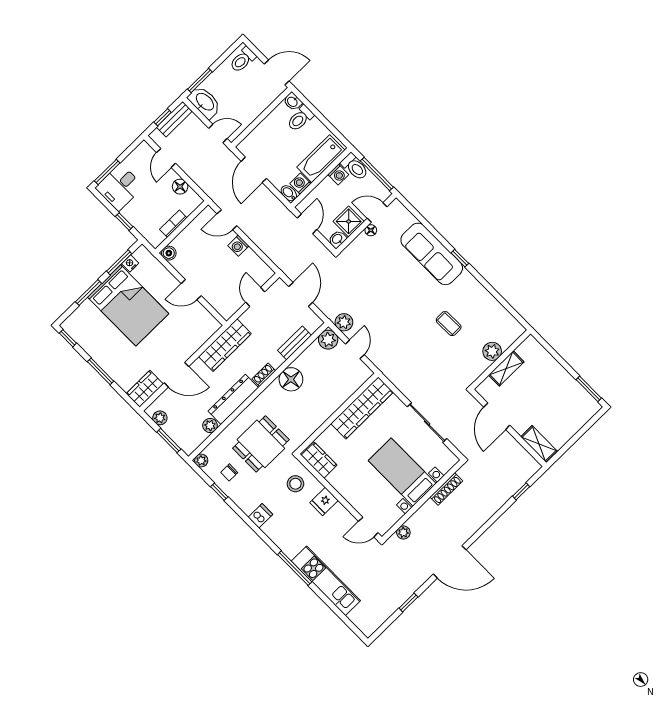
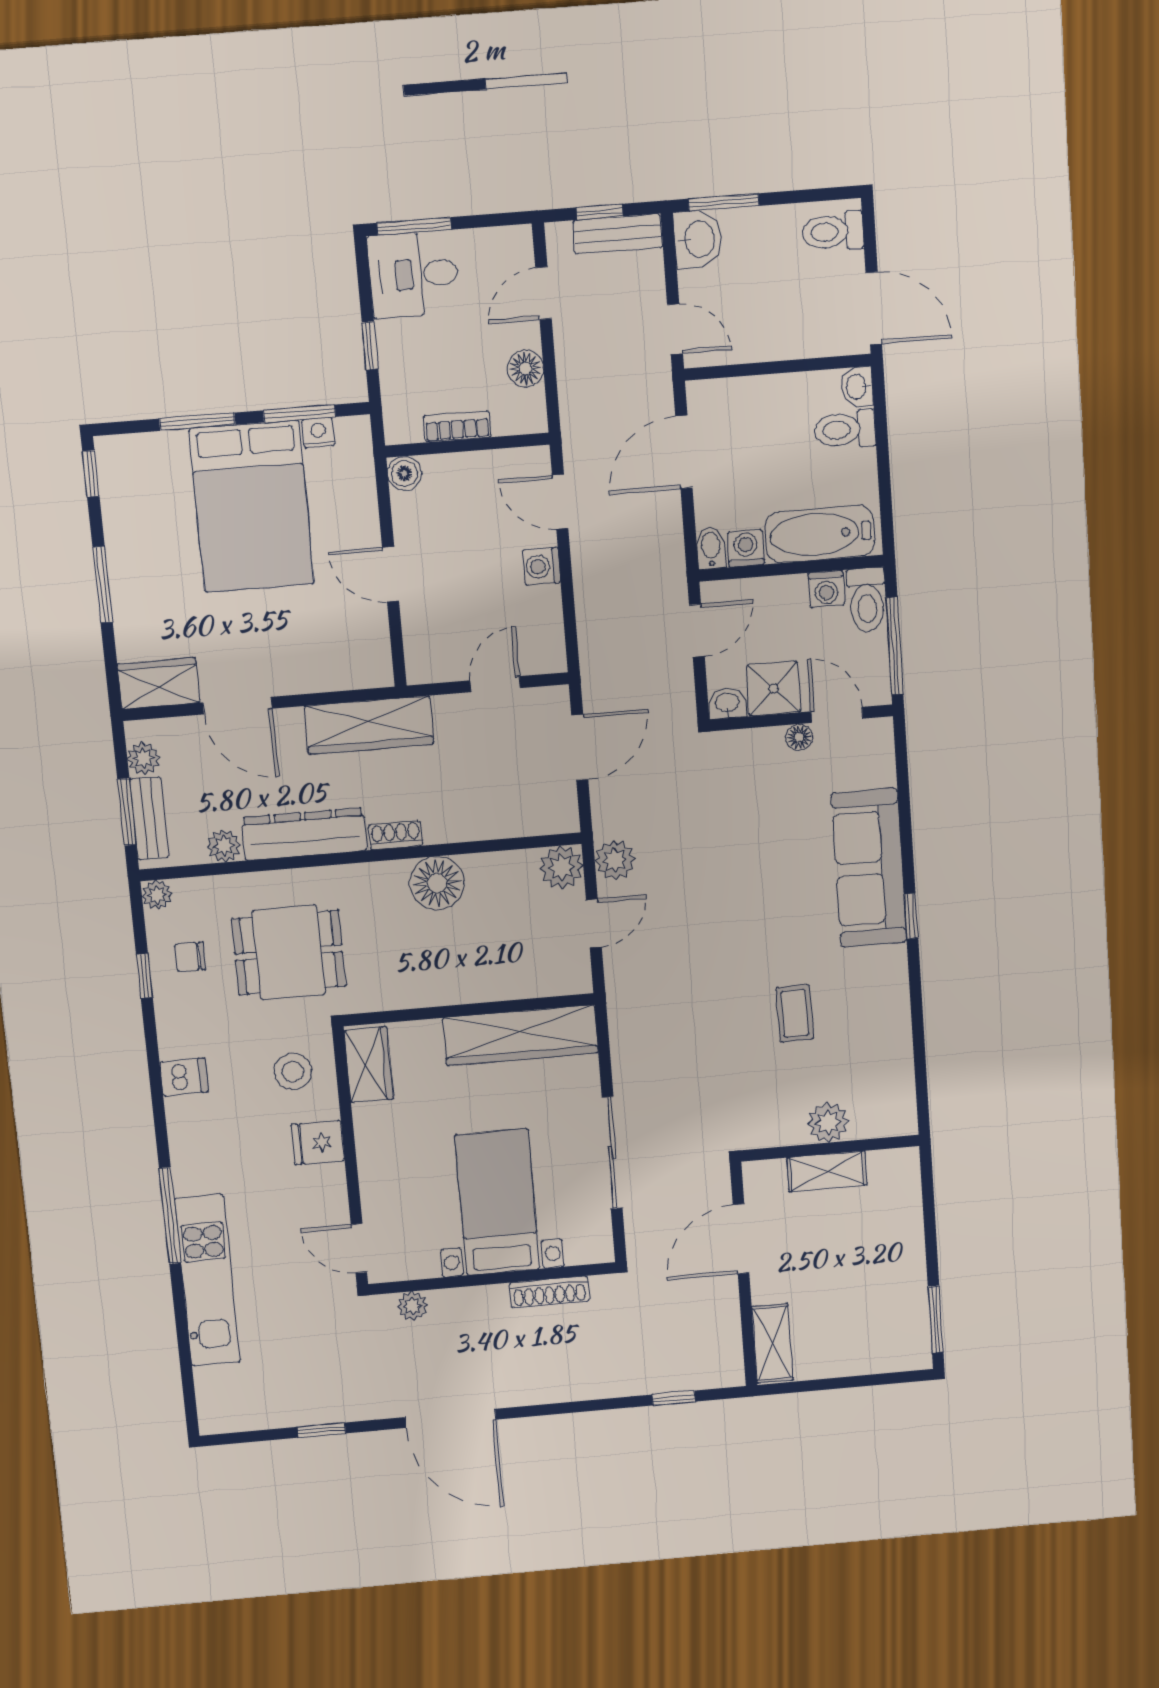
washbasin: (205, 102) -> (698, 239), width x0.72
bench: (294, 343) -> (149, 818), moved, turned 90

